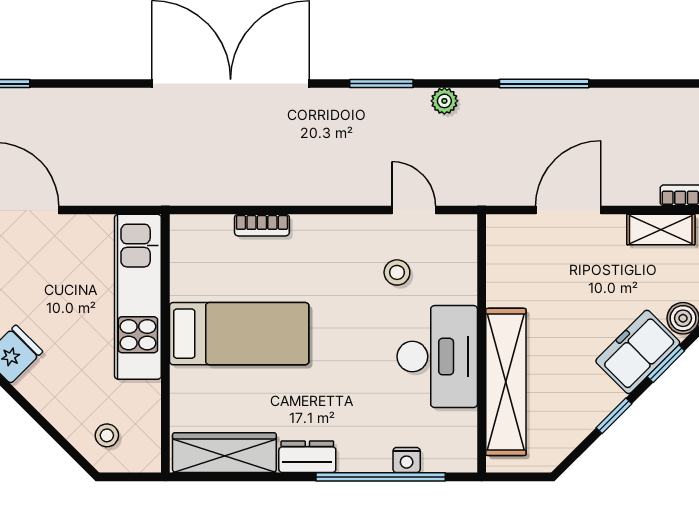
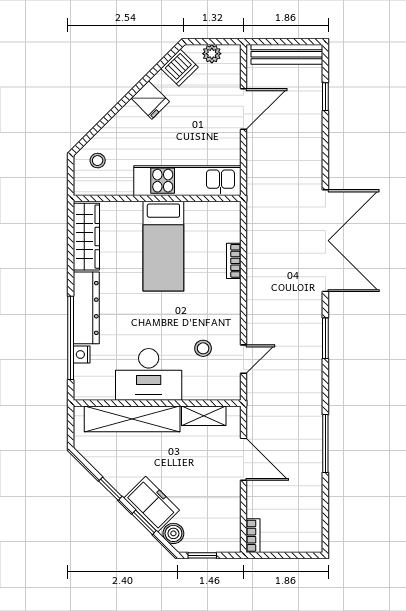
plant: (444, 101) -> (314, 379), removed
shelving: (661, 230) -> (204, 416), moved, turned 90
dresser: (307, 457) -> (86, 308), width x1.96, depth x1.24

